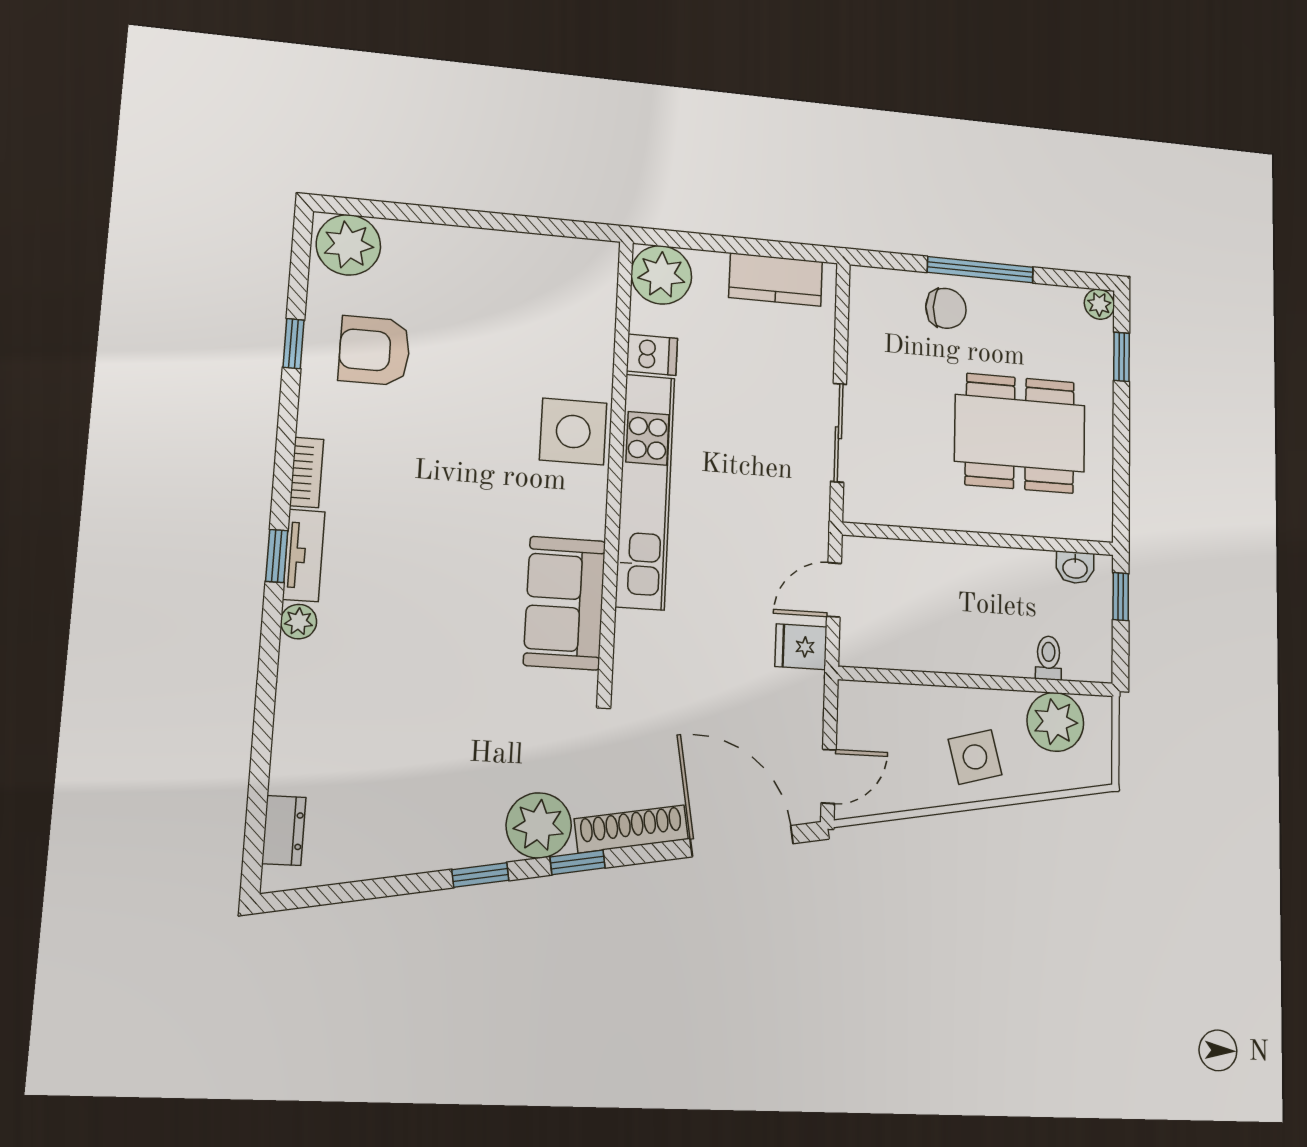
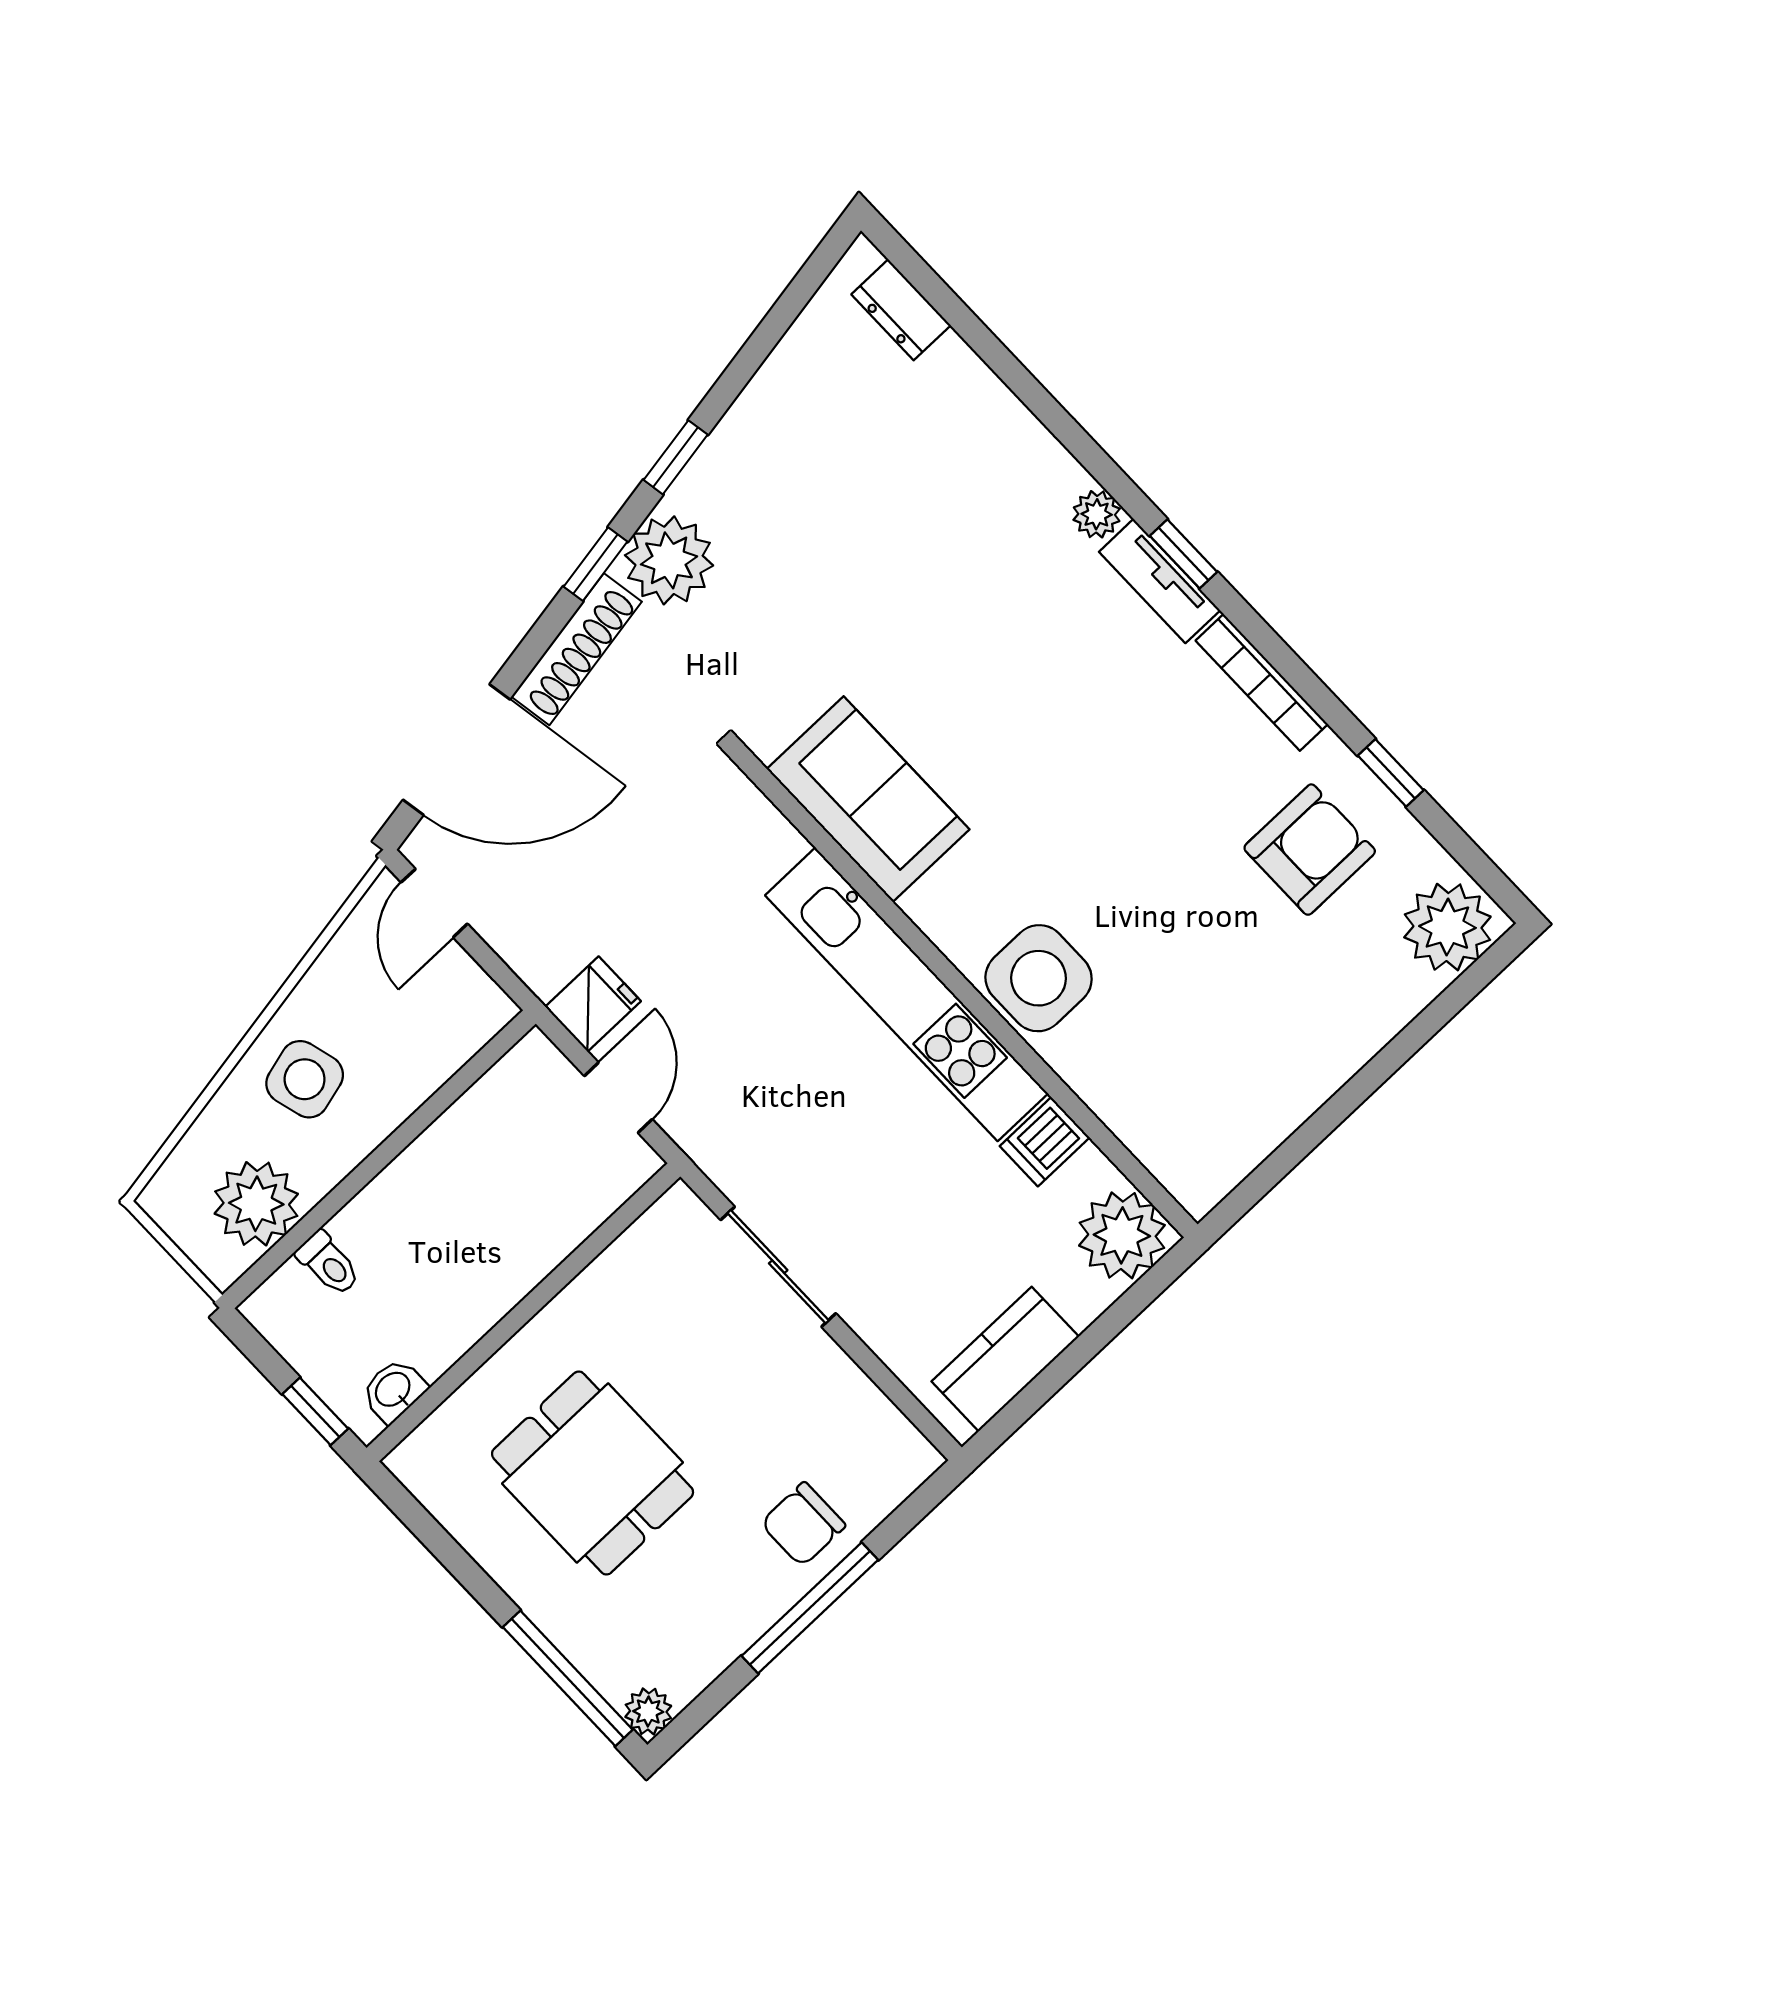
window: (1122, 357) -> (568, 1678), width x2.17
dining table: (1020, 433) -> (593, 1473), width x0.73
bookcase: (307, 472) -> (1262, 682), width x1.56

